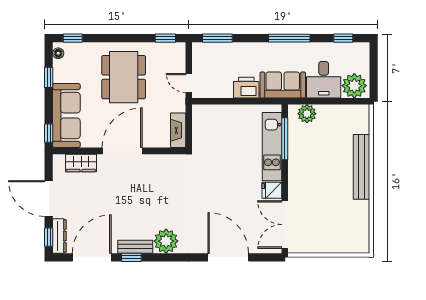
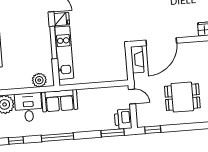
dining table: (124, 77) -> (182, 97), width x0.73
printer: (246, 88) -> (123, 119), moved, turned 90
window: (285, 139) -> (53, 43), moved
door: (122, 151) -> (161, 42), moved

